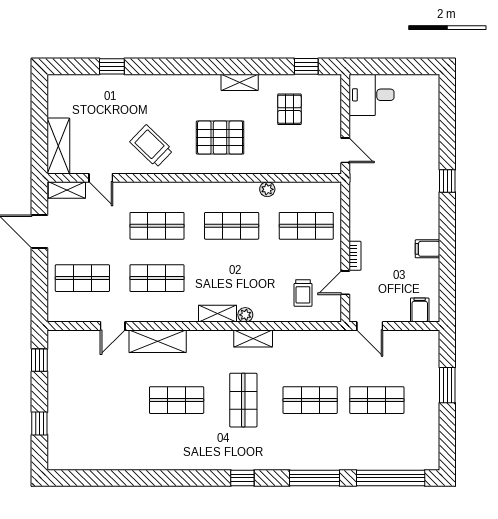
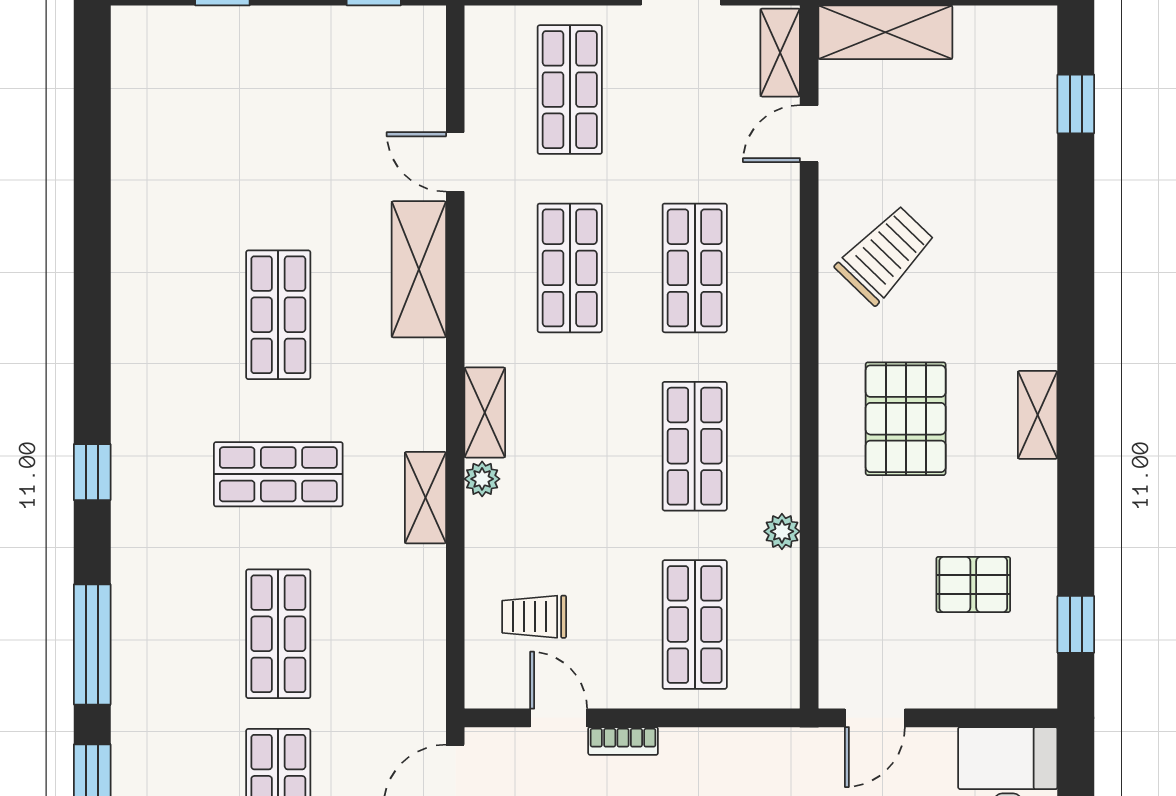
window: (112, 66) -> (1076, 104), moved
shelving: (240, 82) -> (1038, 415), moved

